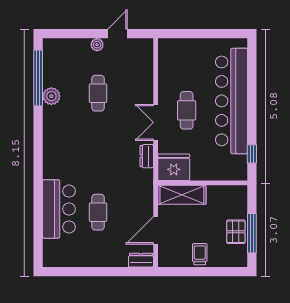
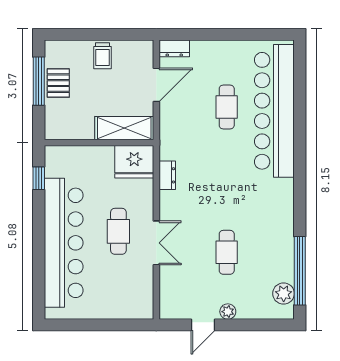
plant: (51, 96) -> (284, 294), moved
double door: (156, 122) -> (156, 243), moved
bar counter: (59, 209) -> (274, 111), width x1.86

